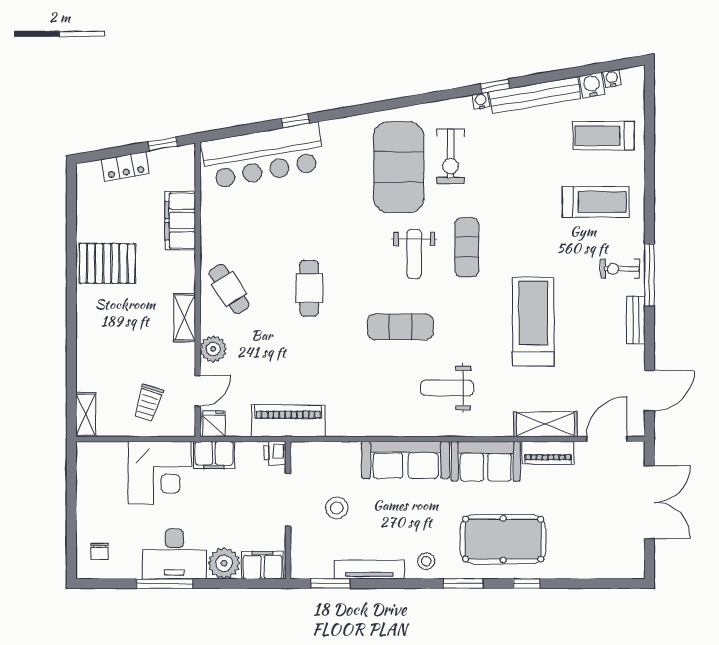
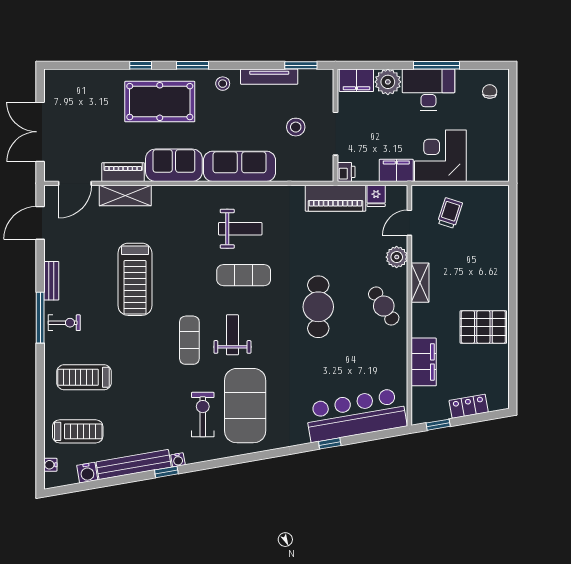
water cooler: (612, 78) -> (50, 465), moved, turned 100
cafe table: (309, 288) -> (318, 307), width x1.37, depth x1.35
weight bench: (447, 388) -> (240, 229), moved
shelving: (86, 415) -> (501, 203), removed
fridge: (214, 424) -> (376, 196), moved

